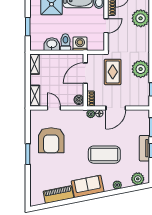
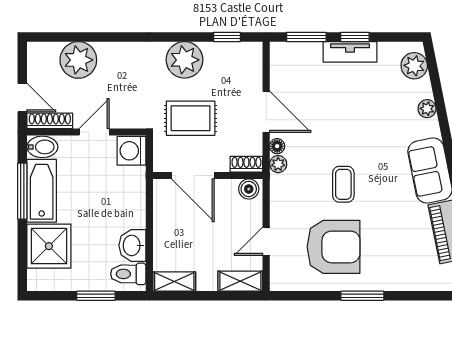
door: (106, 26) -> (94, 132), hinge flipped
toilet: (65, 42) -> (128, 274), moved
washing machine: (80, 44) -> (132, 151), moved
coffee table: (104, 155) -> (343, 184), moved, width x0.54, depth x0.58

